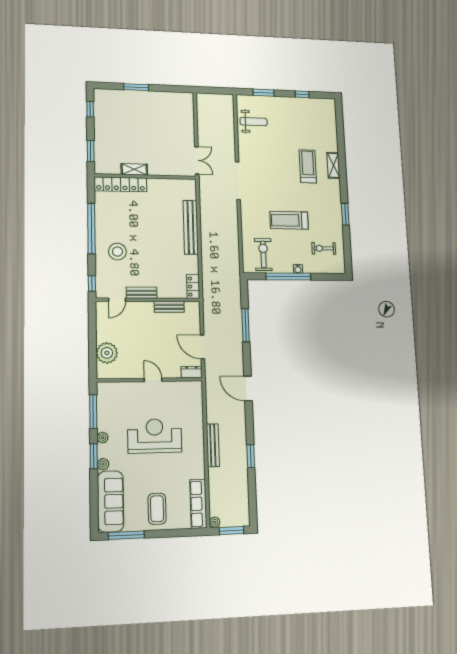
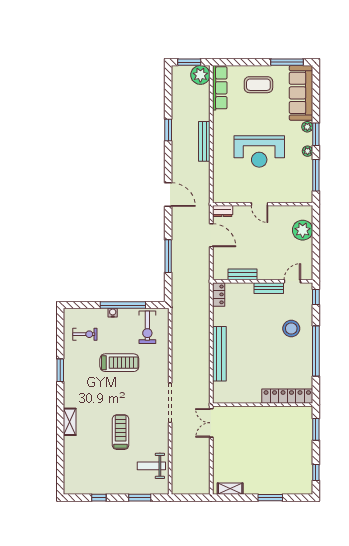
treadmill: (308, 166) -> (121, 432), moved, turned 180
shelving: (134, 169) -> (230, 489), moved
coffee table: (157, 509) -> (258, 85), turned 90
plant: (215, 522) -> (200, 75), width x1.88, depth x1.88

